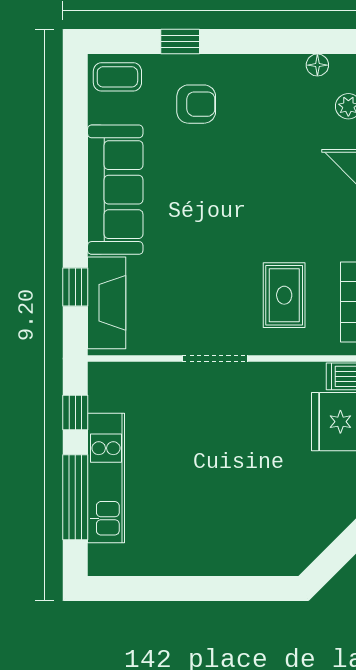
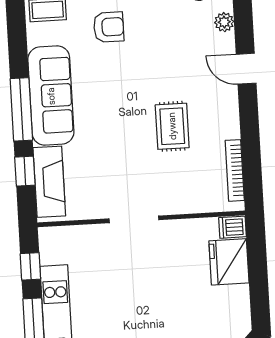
window: (75, 206) -> (21, 109), added
rug: (284, 295) -> (172, 126), moved

